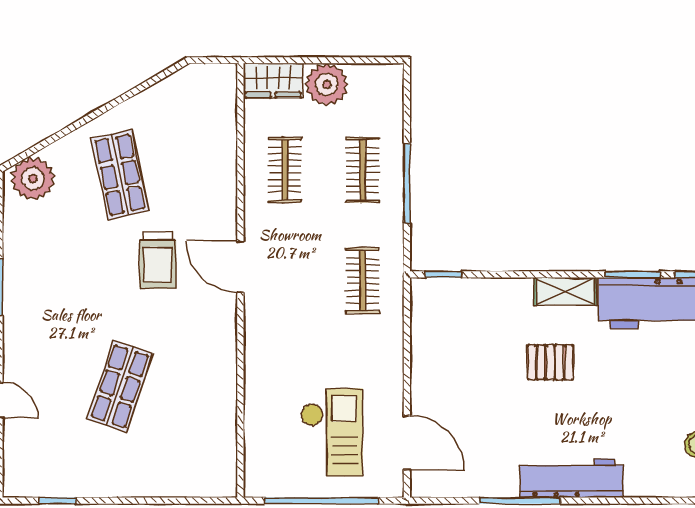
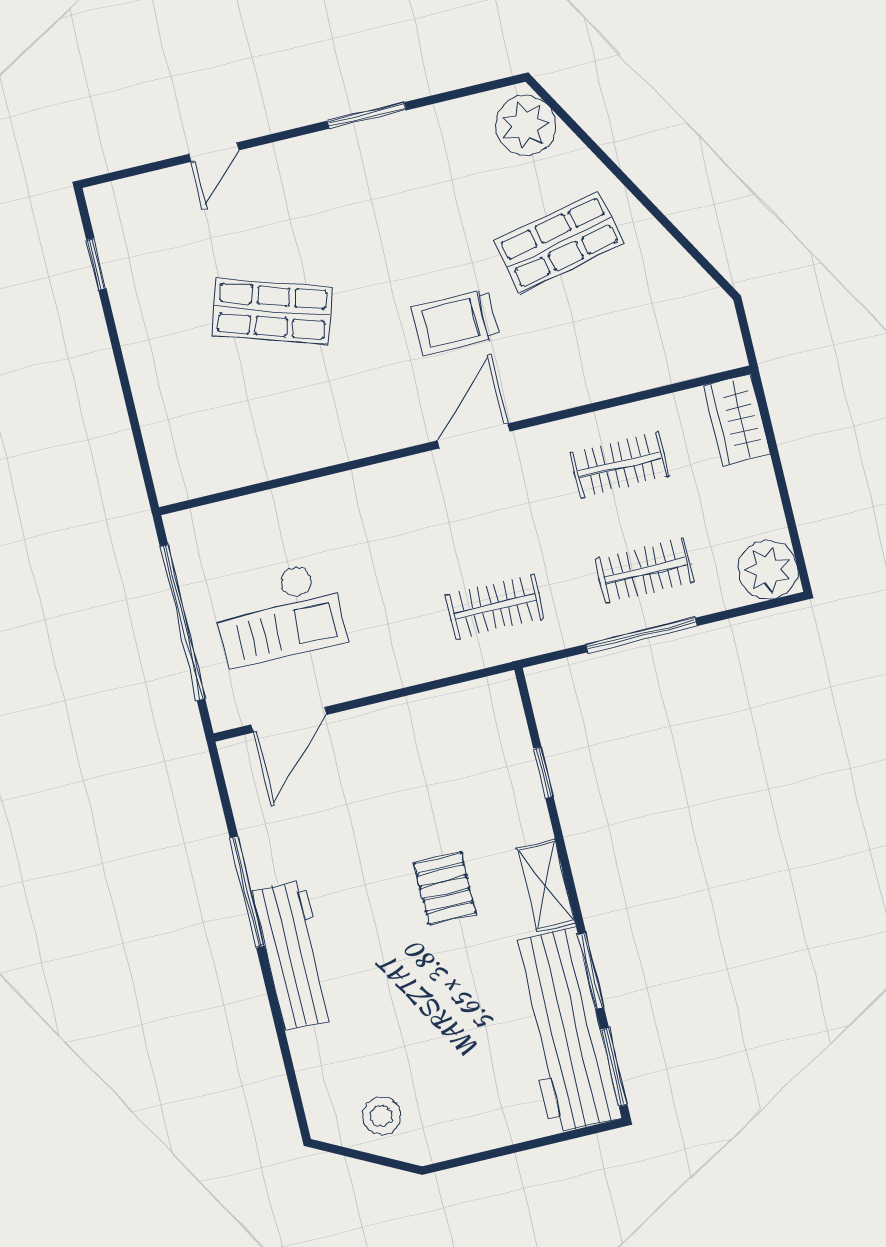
plant: (327, 84) -> (768, 570), moved
window: (443, 274) -> (543, 773), moved

